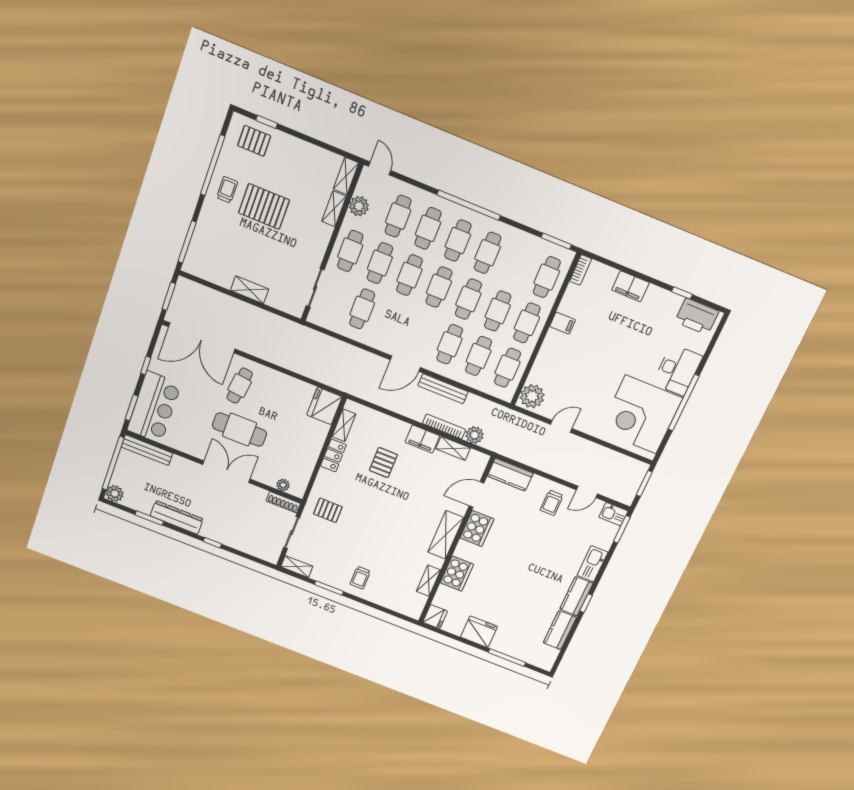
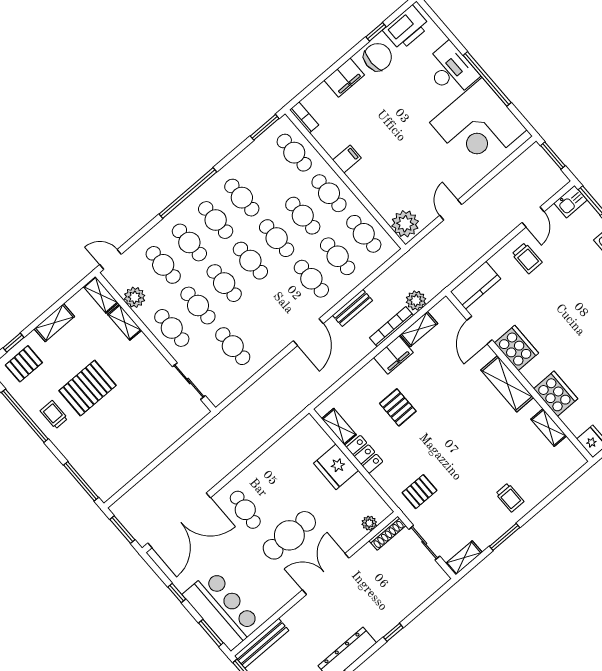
shelving: (250, 290) -> (54, 323), moved
chair: (661, 305) -> (378, 57), added
bench: (443, 389) -> (352, 308), width x0.73
fridge: (324, 406) -> (336, 467), moved

